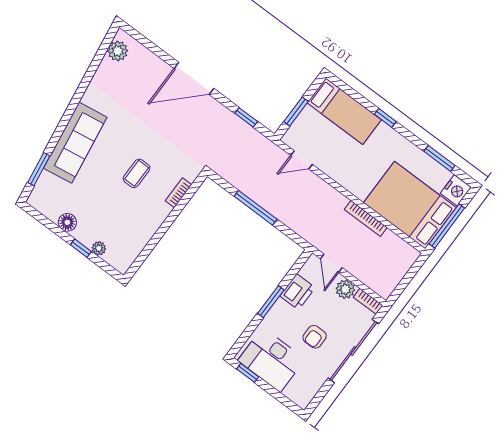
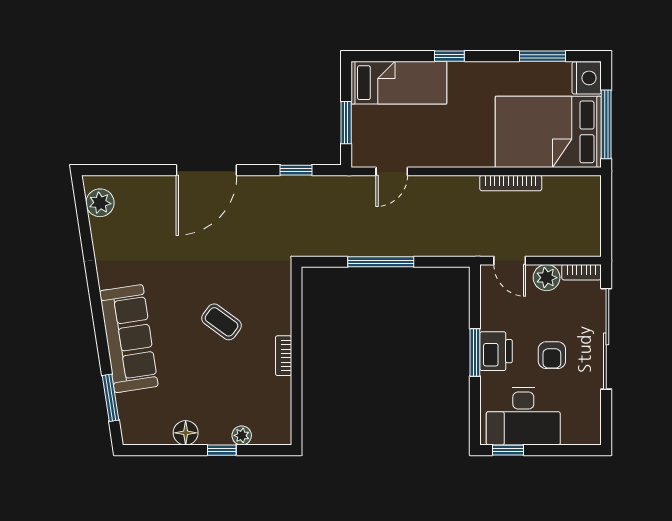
coffee table: (137, 173) -> (221, 322), turned -54
bookcase: (178, 193) -> (284, 356), moved
printer: (298, 292) -> (496, 351), moved

